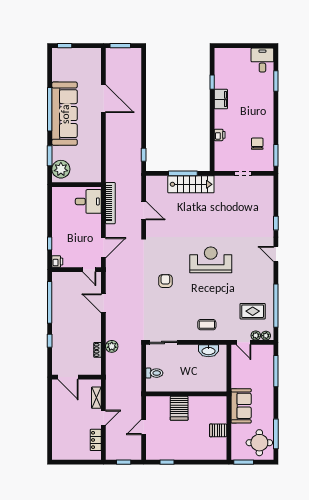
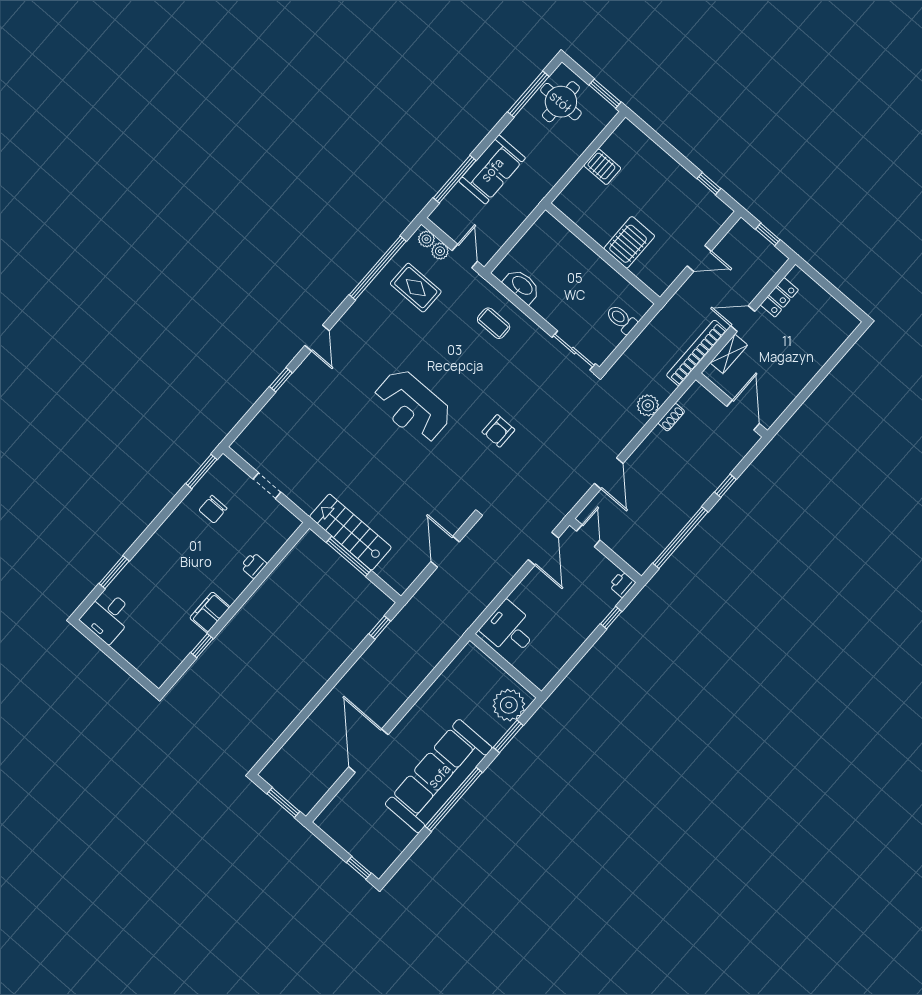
bookcase: (110, 203) -> (697, 353), moved
door: (103, 248) -> (543, 549), swing flipped
sofa: (241, 406) -> (492, 170), moved, turned 180

